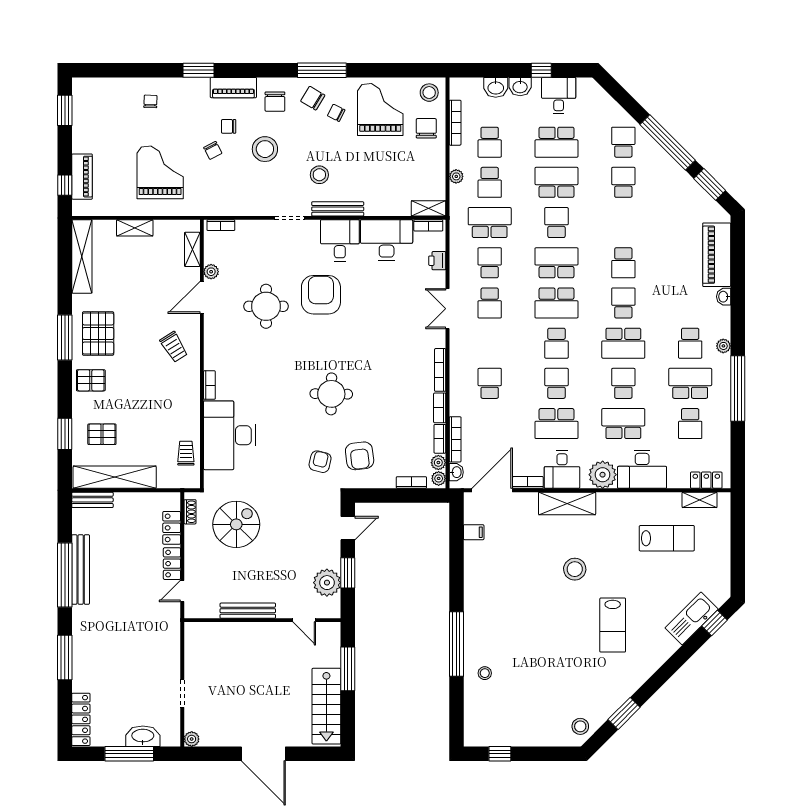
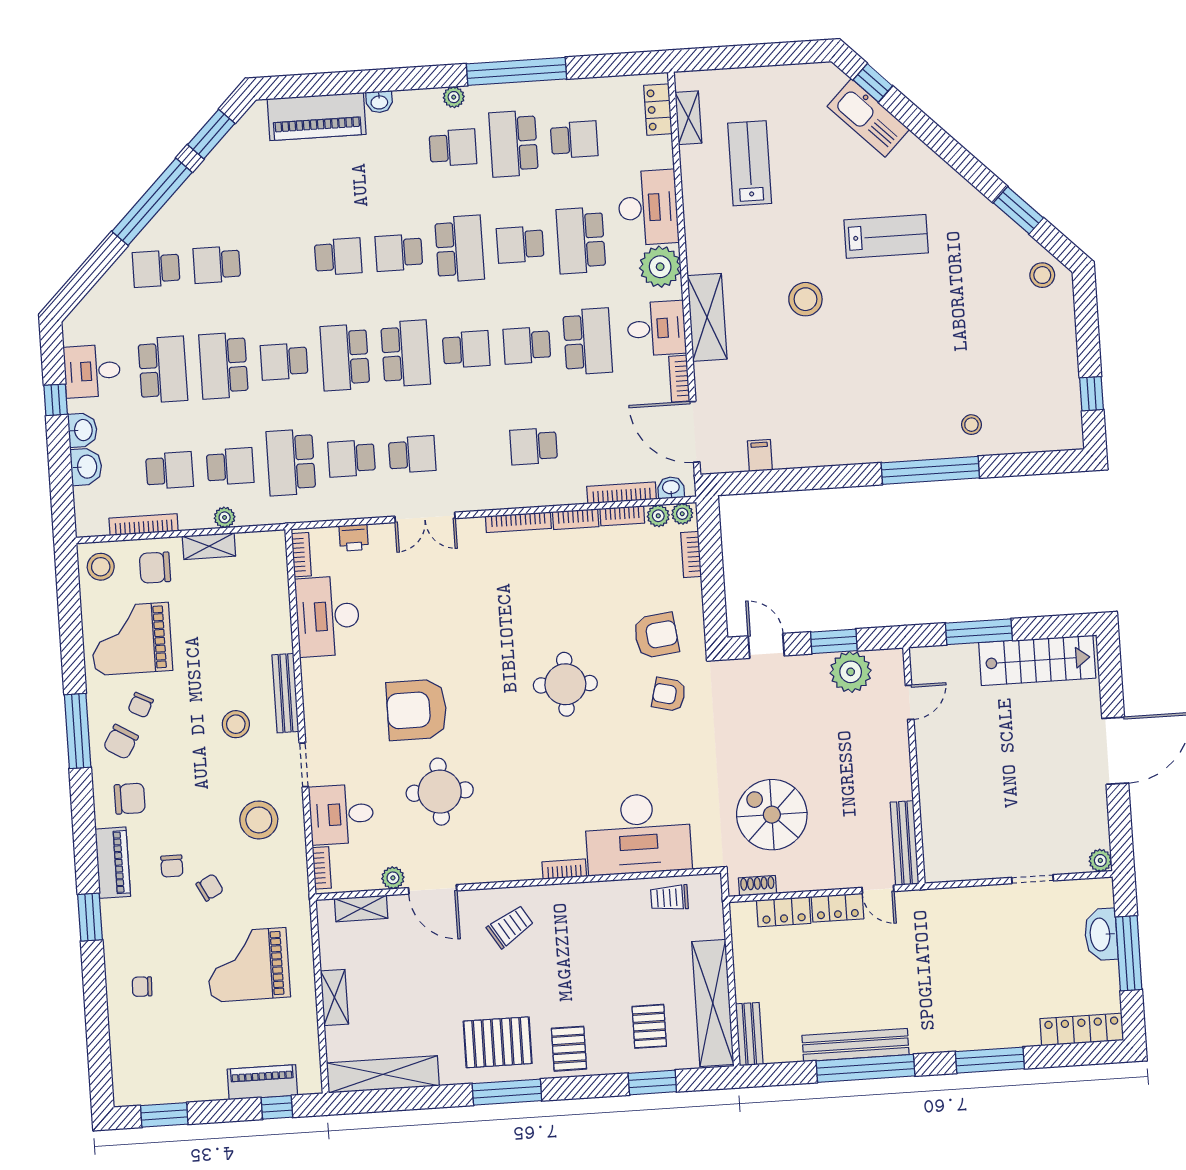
stool: (265, 149) -> (259, 820), moved
shelving: (429, 208) -> (209, 546), moved, turned 90
desk: (340, 240) -> (341, 814), moved
bench: (248, 611) -> (905, 843), moved

